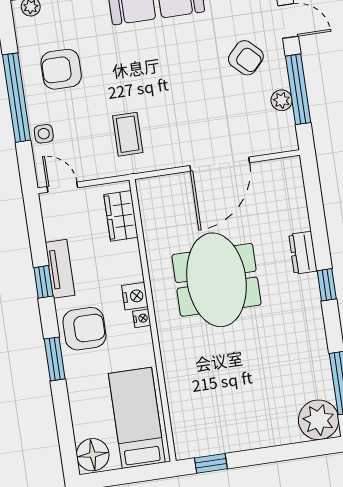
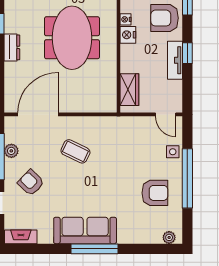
coffee table: (128, 134) -> (75, 151), moved, turned -64
door: (220, 164) -> (38, 114), moved

